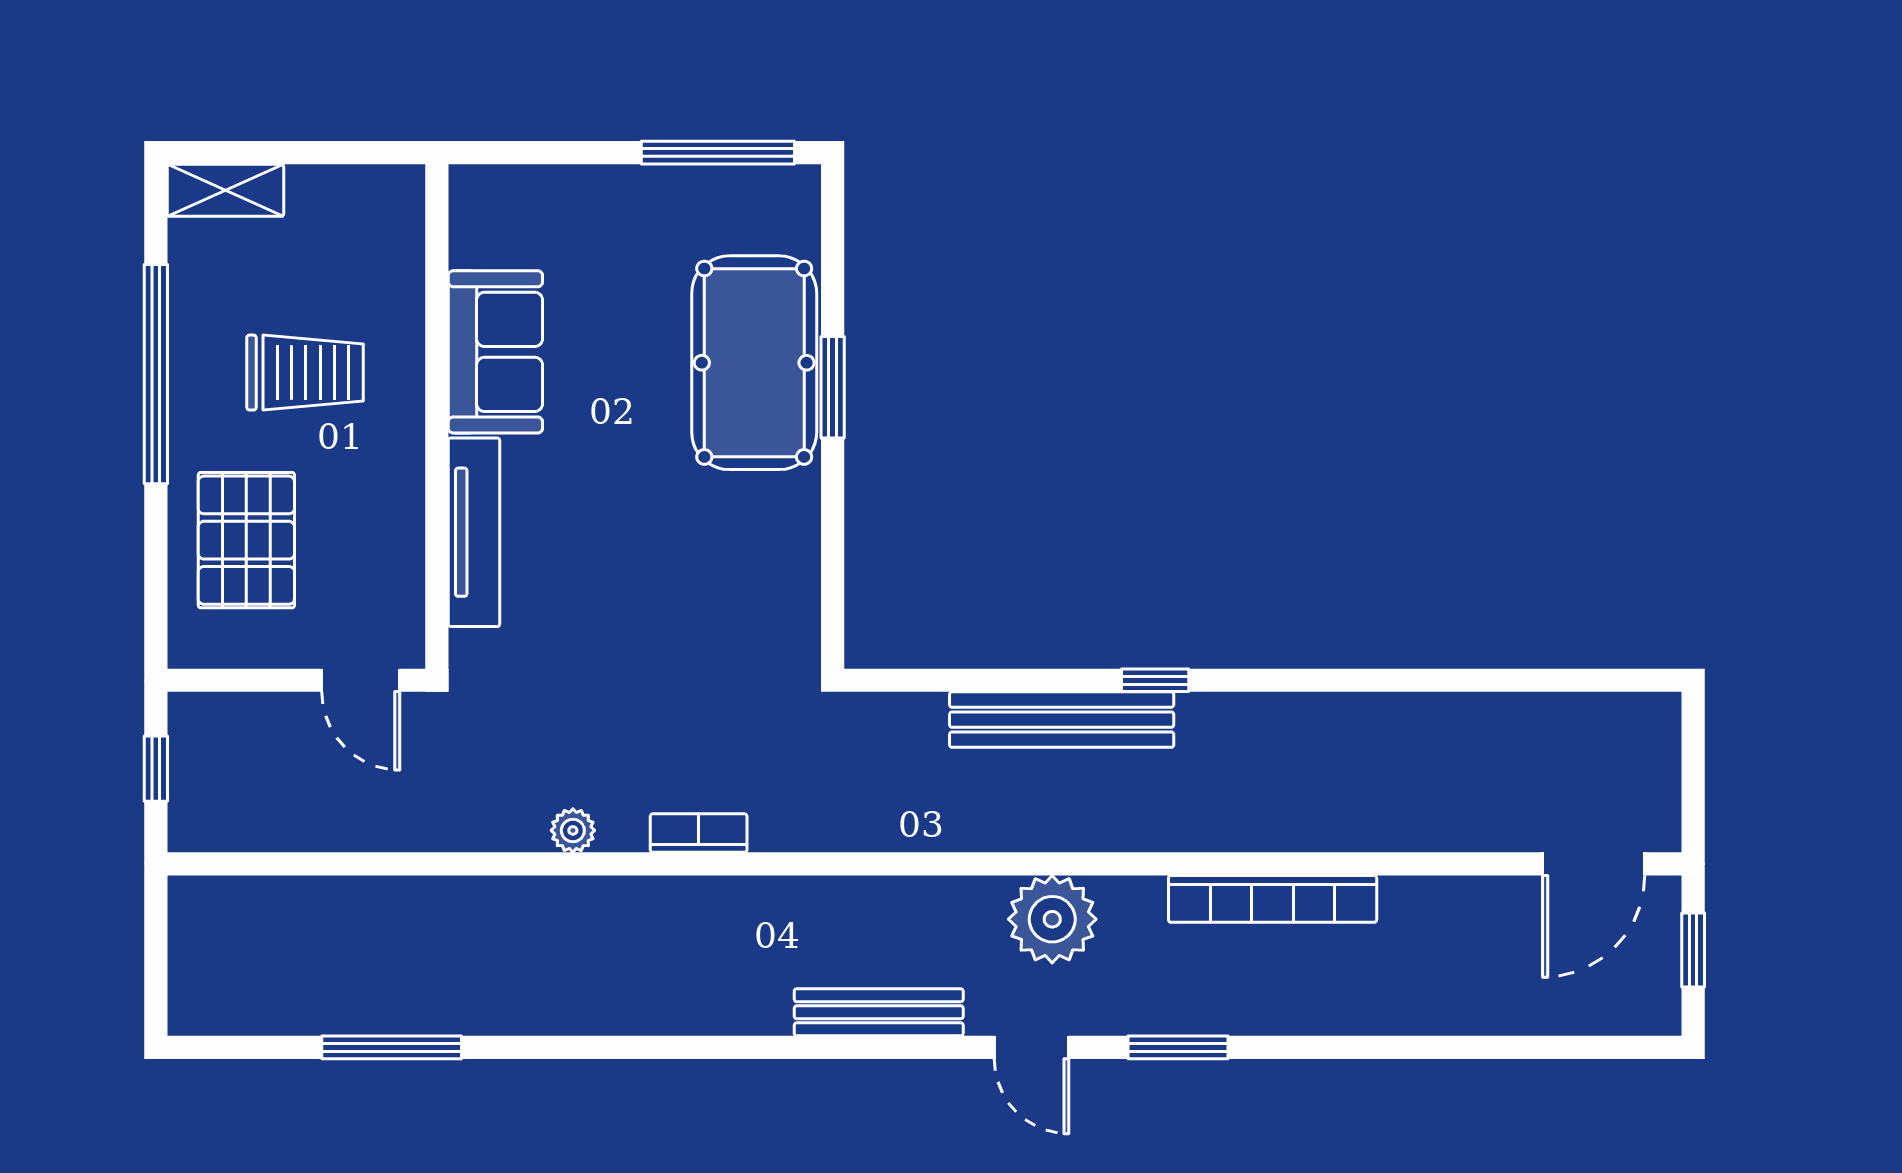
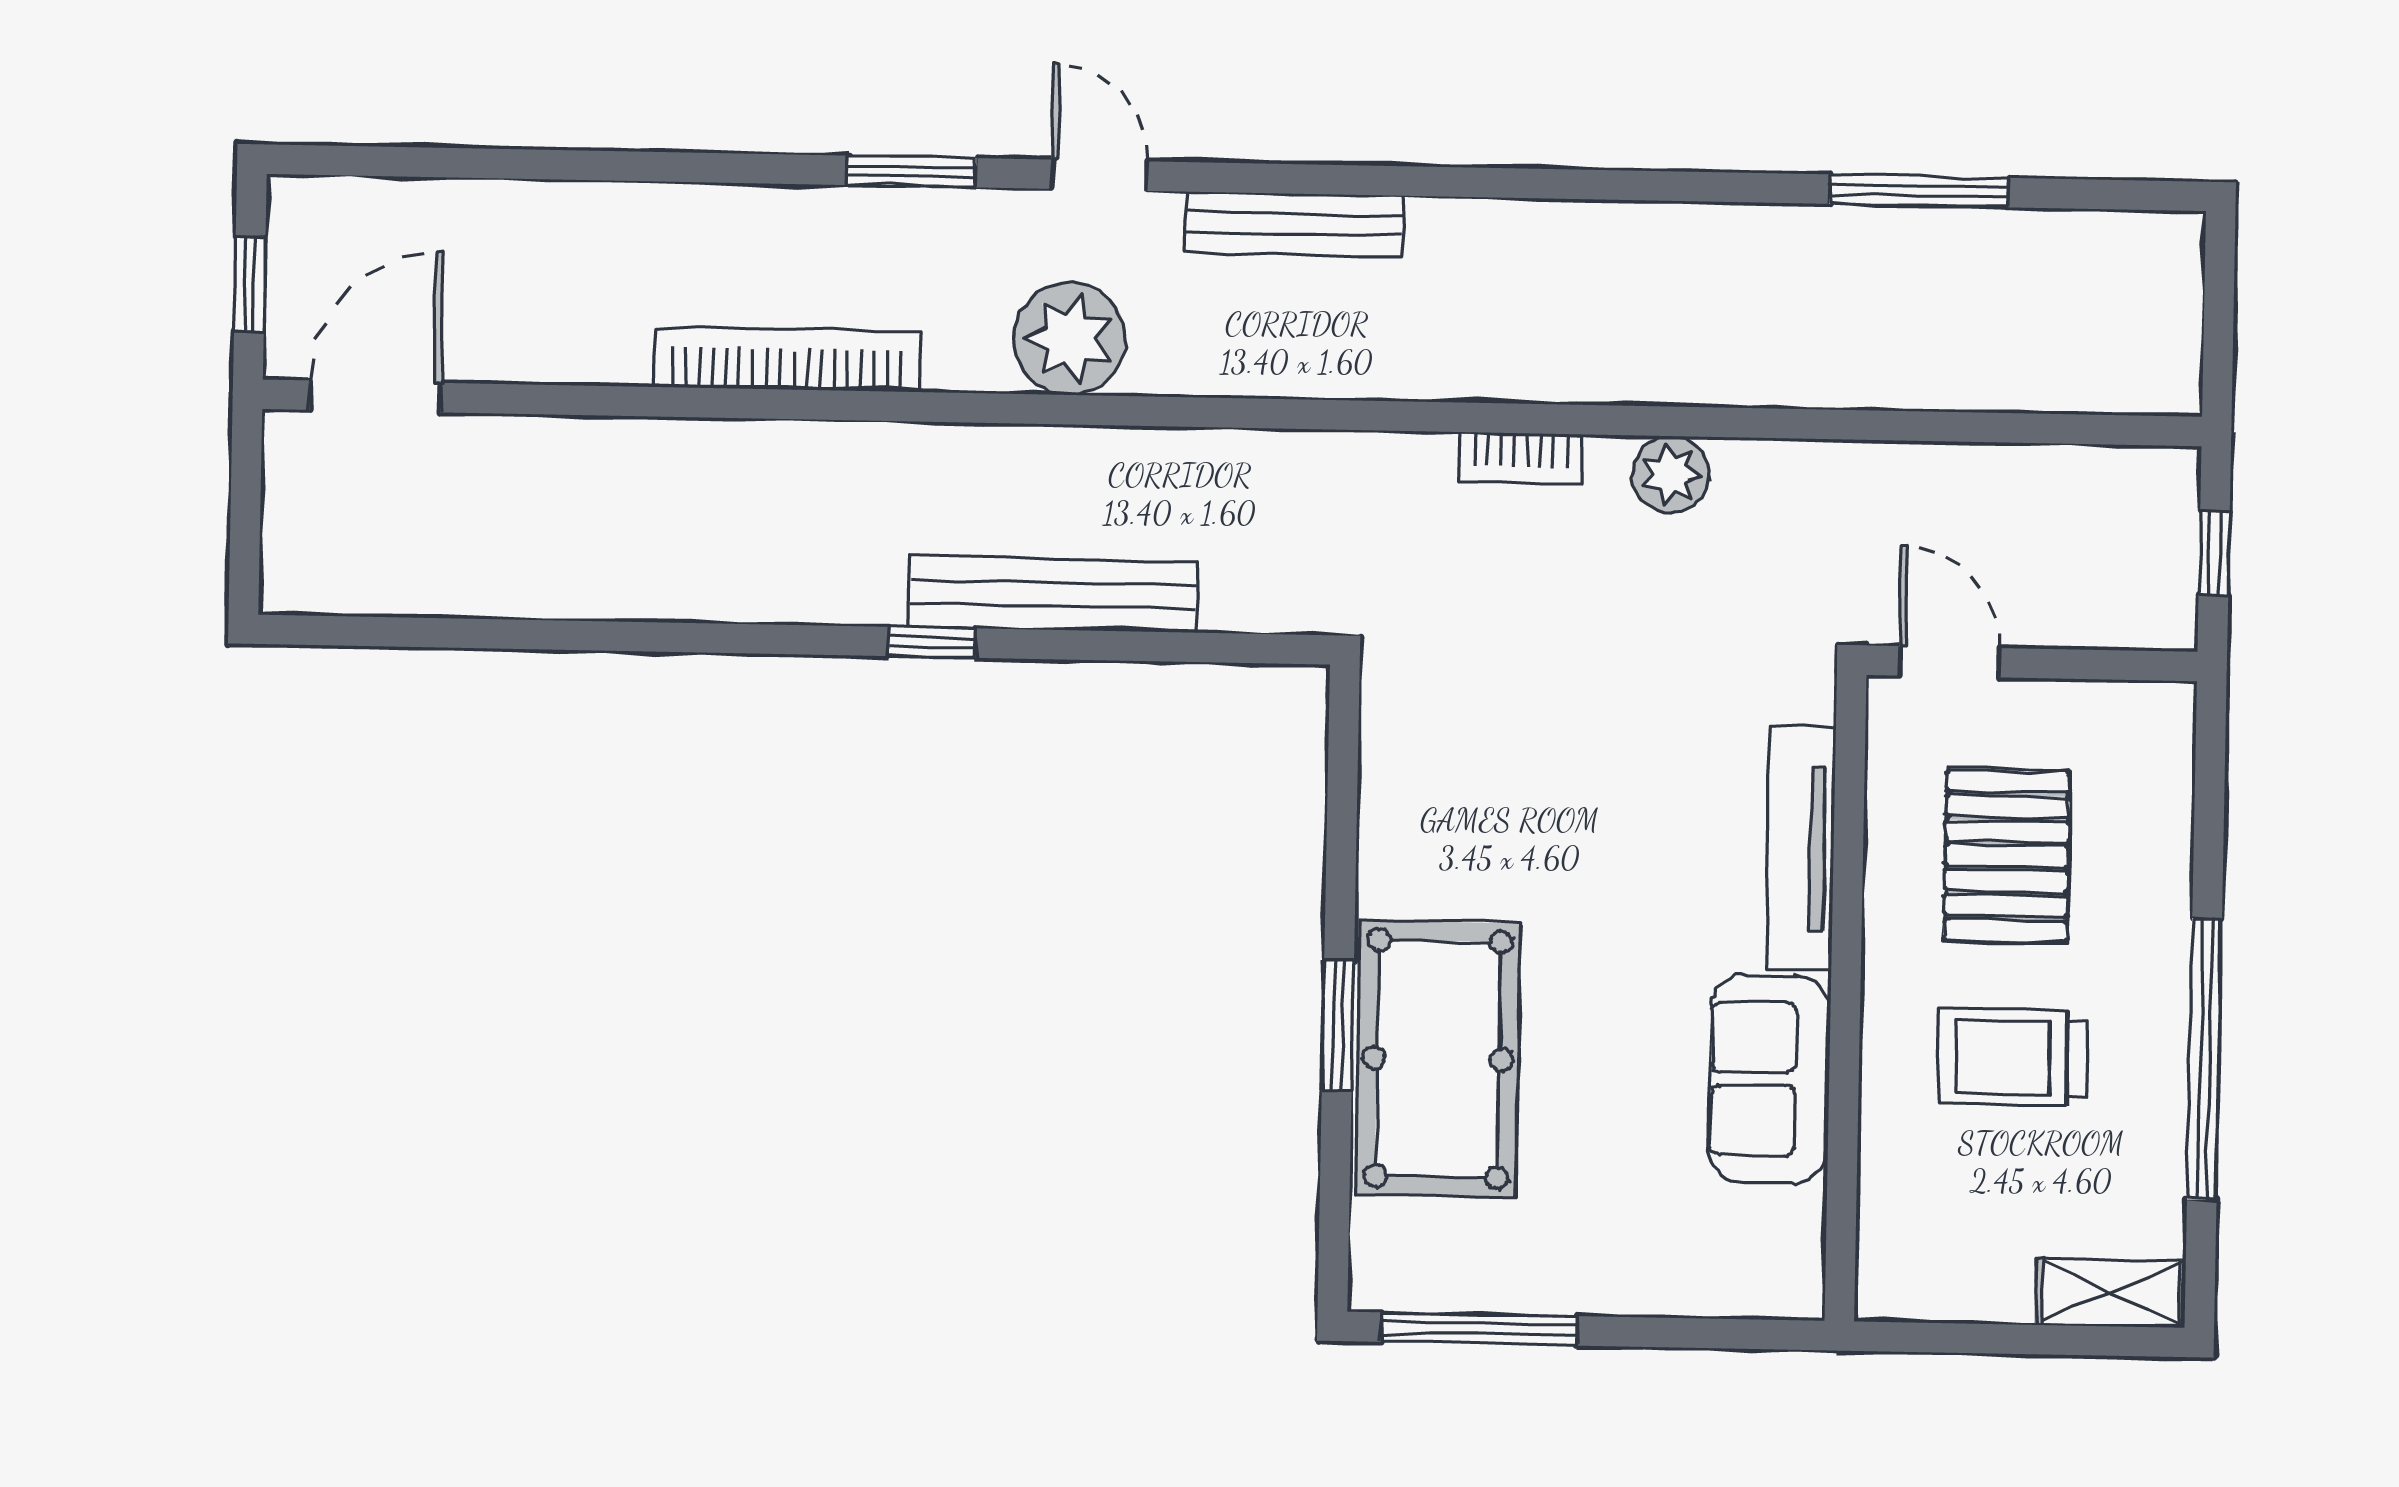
pallet: (246, 540) -> (2007, 856), moved
plant: (573, 830) -> (1671, 475), width x1.38, depth x1.38

